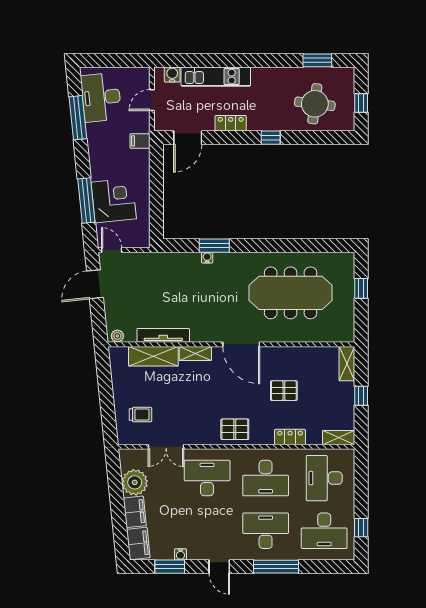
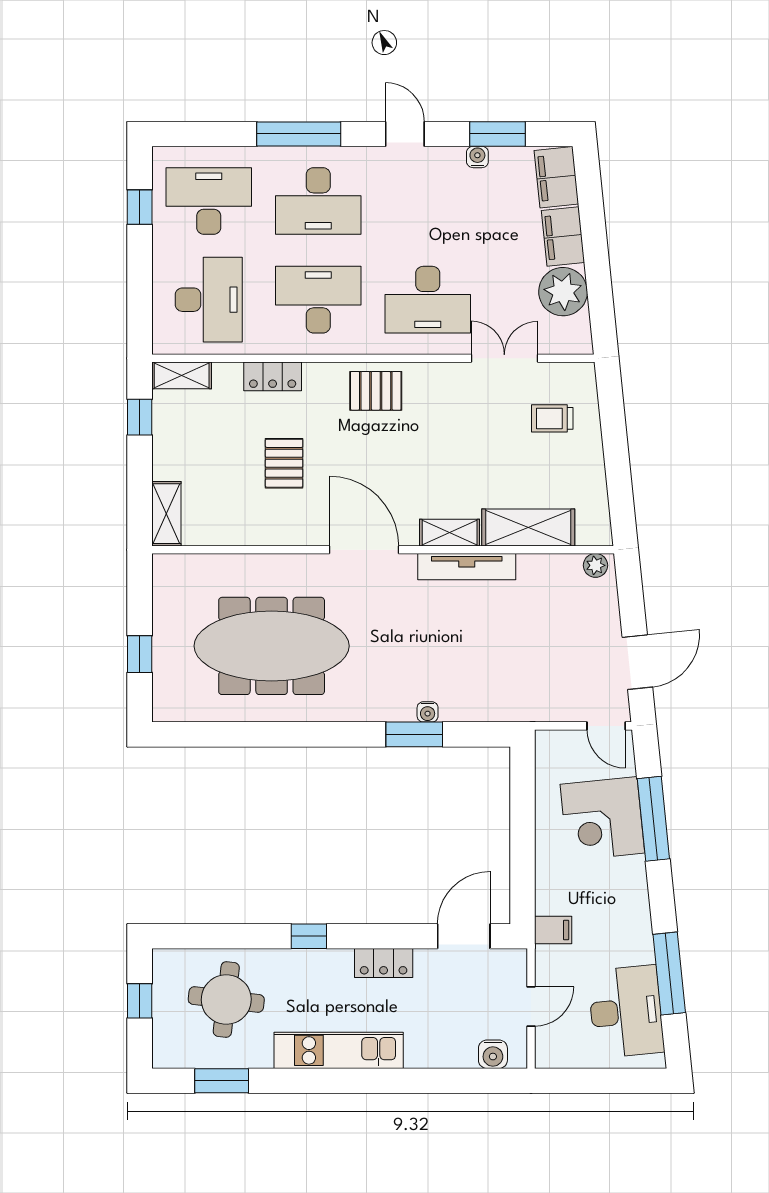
kitchen unit: (216, 77) -> (339, 1050), moved
tv unit: (163, 335) -> (467, 567), moved
pallet: (284, 391) -> (284, 463), turned 90
window: (361, 396) -> (140, 417), moved

